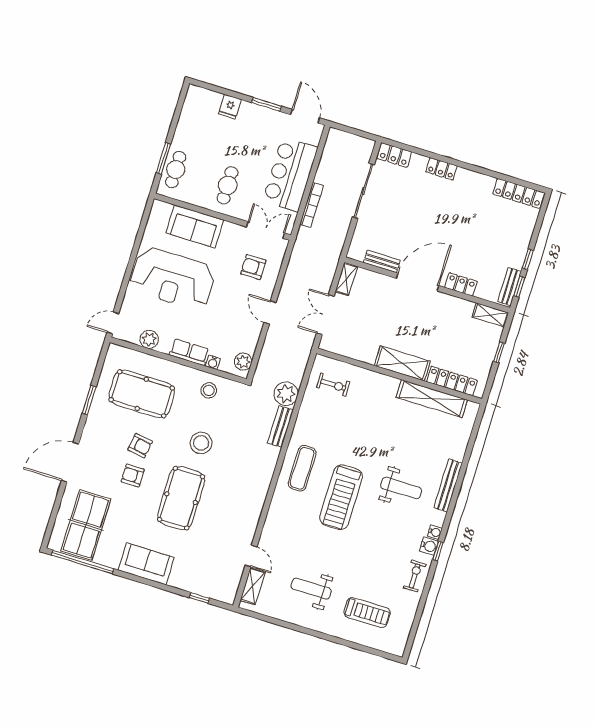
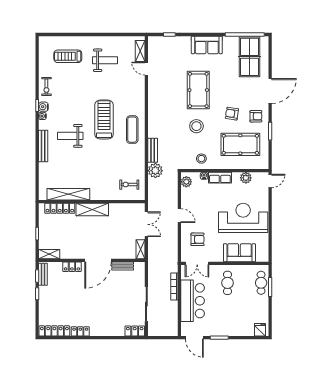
fridge: (230, 107) -> (260, 330), moved
locker: (441, 169) -> (80, 331), moved
armchair: (133, 476) -> (256, 116), moved

